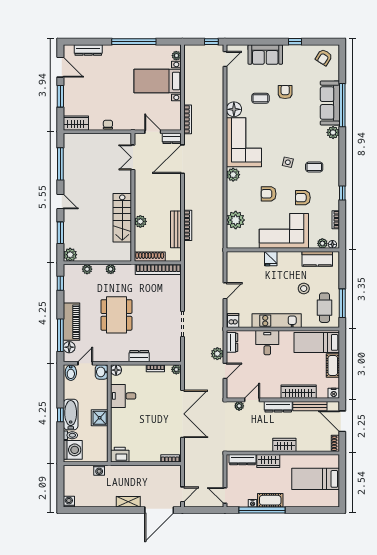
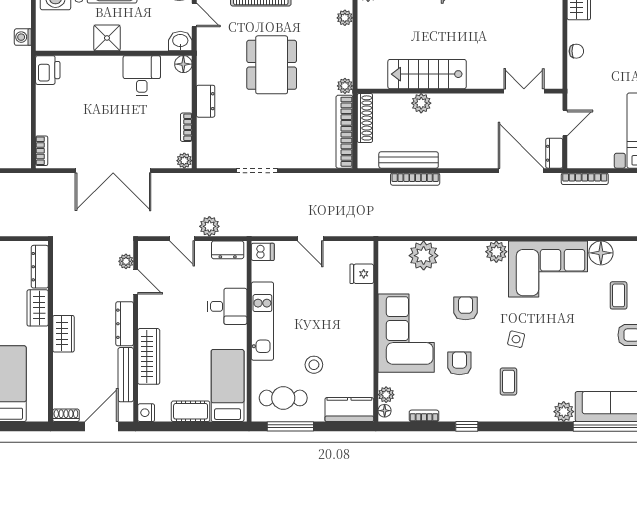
fridge: (271, 259) -> (362, 274), moved
kitchen counter: (317, 259) -> (349, 410), moved, turned 90
plant: (111, 269) -> (345, 86), moved
dining table: (116, 315) -> (272, 65), turned 90

